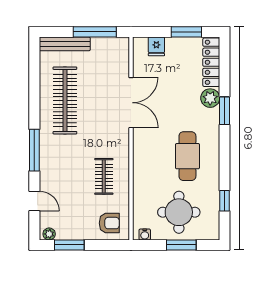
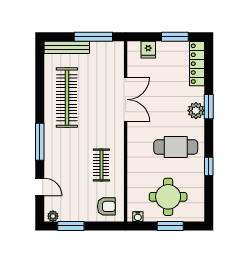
plant: (210, 98) -> (196, 111), moved
cafe table: (187, 156) -> (176, 147), turned 90
window: (225, 201) -> (209, 166), moved

